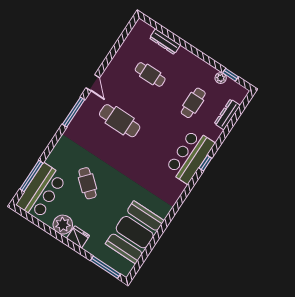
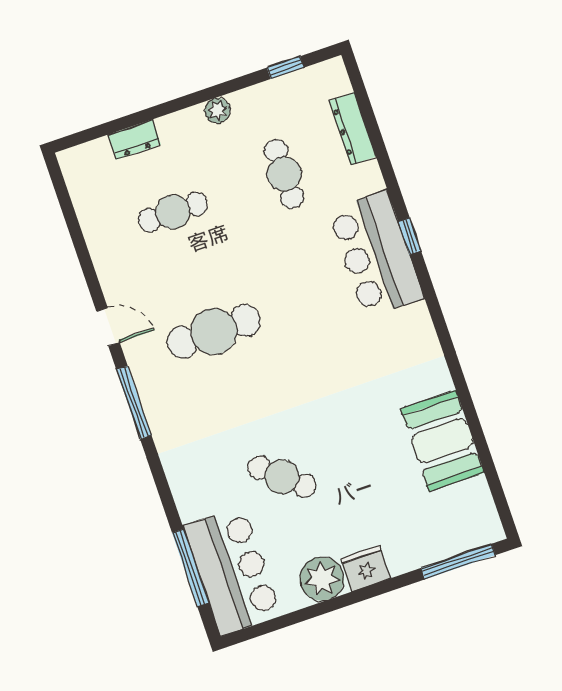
dresser: (165, 42) -> (134, 140), width x0.70
plant: (221, 78) -> (217, 110), moved
booth: (135, 232) -> (442, 441), width x0.73, depth x0.70

